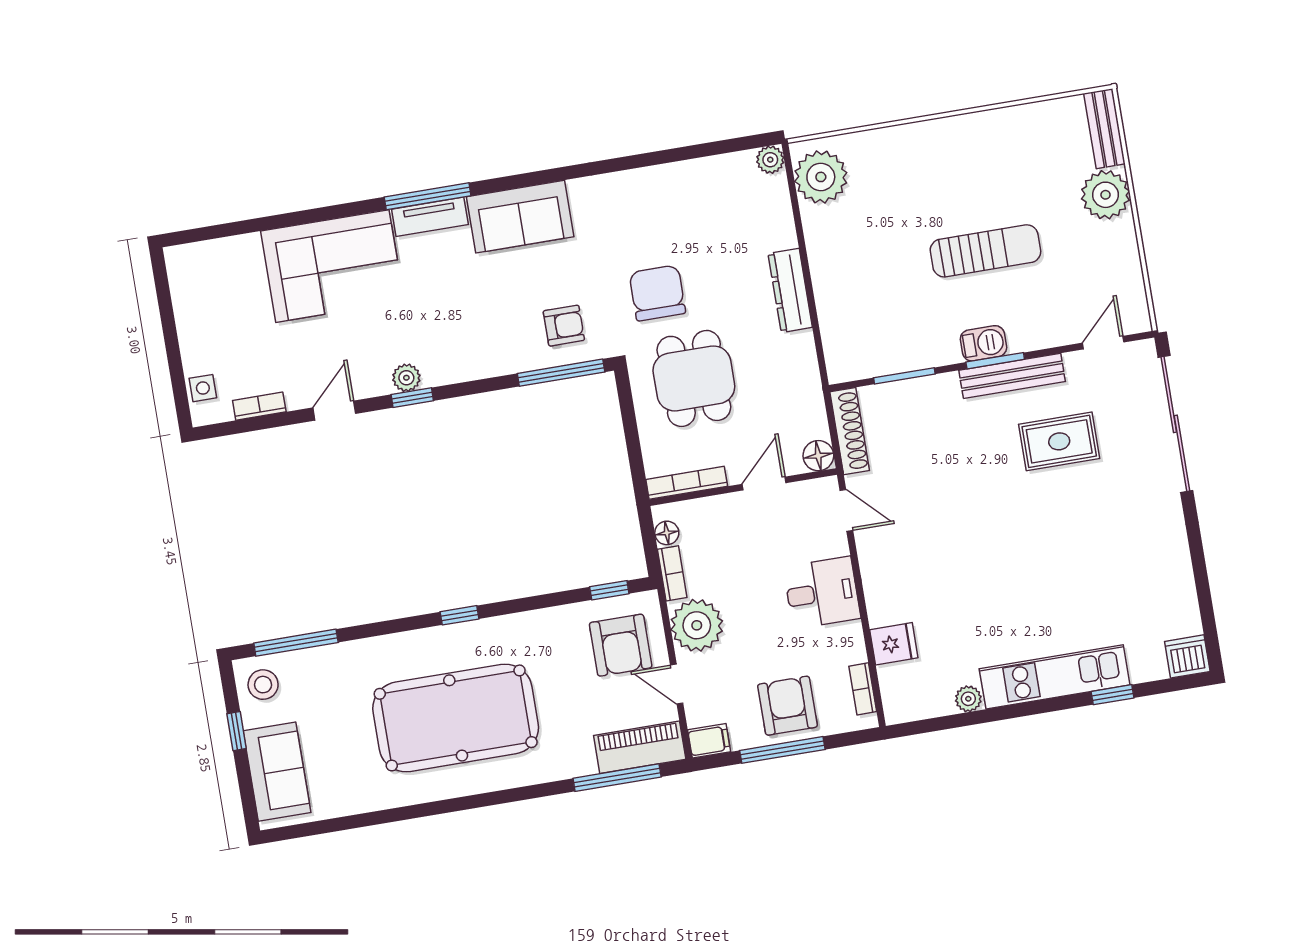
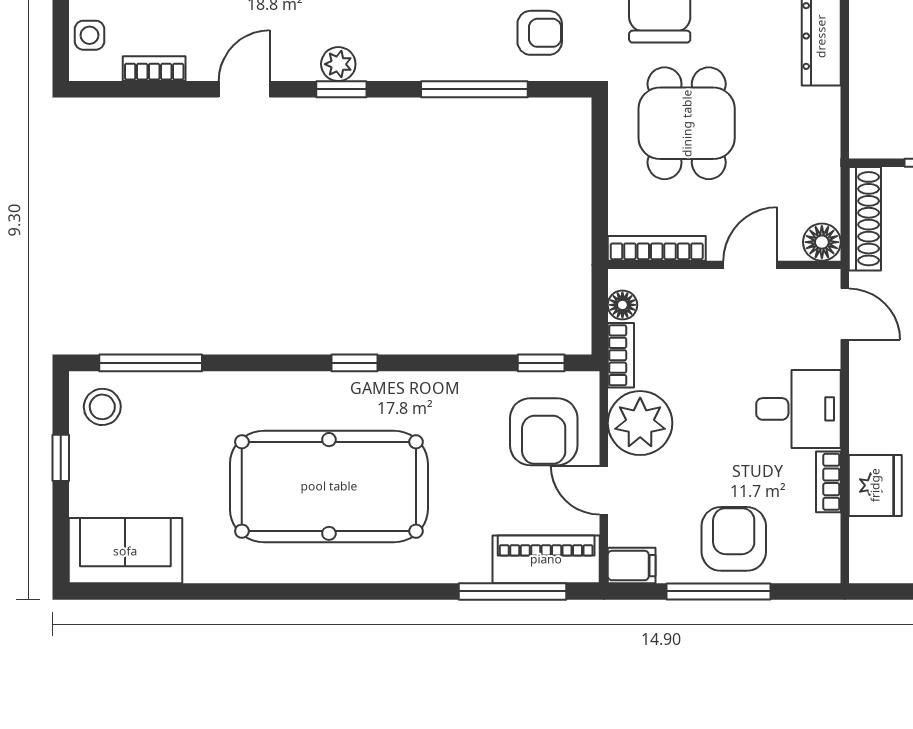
window: (561, 373) -> (474, 89), moved
fridge: (894, 644) -> (875, 485), width x1.38
bookcase: (863, 689) -> (828, 482), moved
sofa: (277, 772) -> (125, 551), moved, turned -90

